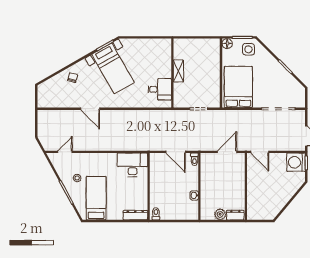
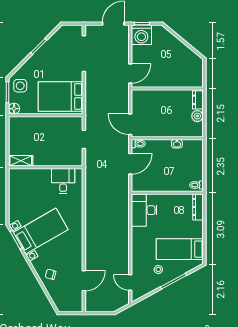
shelving: (178, 71) -> (21, 161), moved
door: (90, 109) -> (84, 281), moved
door: (227, 152) -> (130, 124), moved

